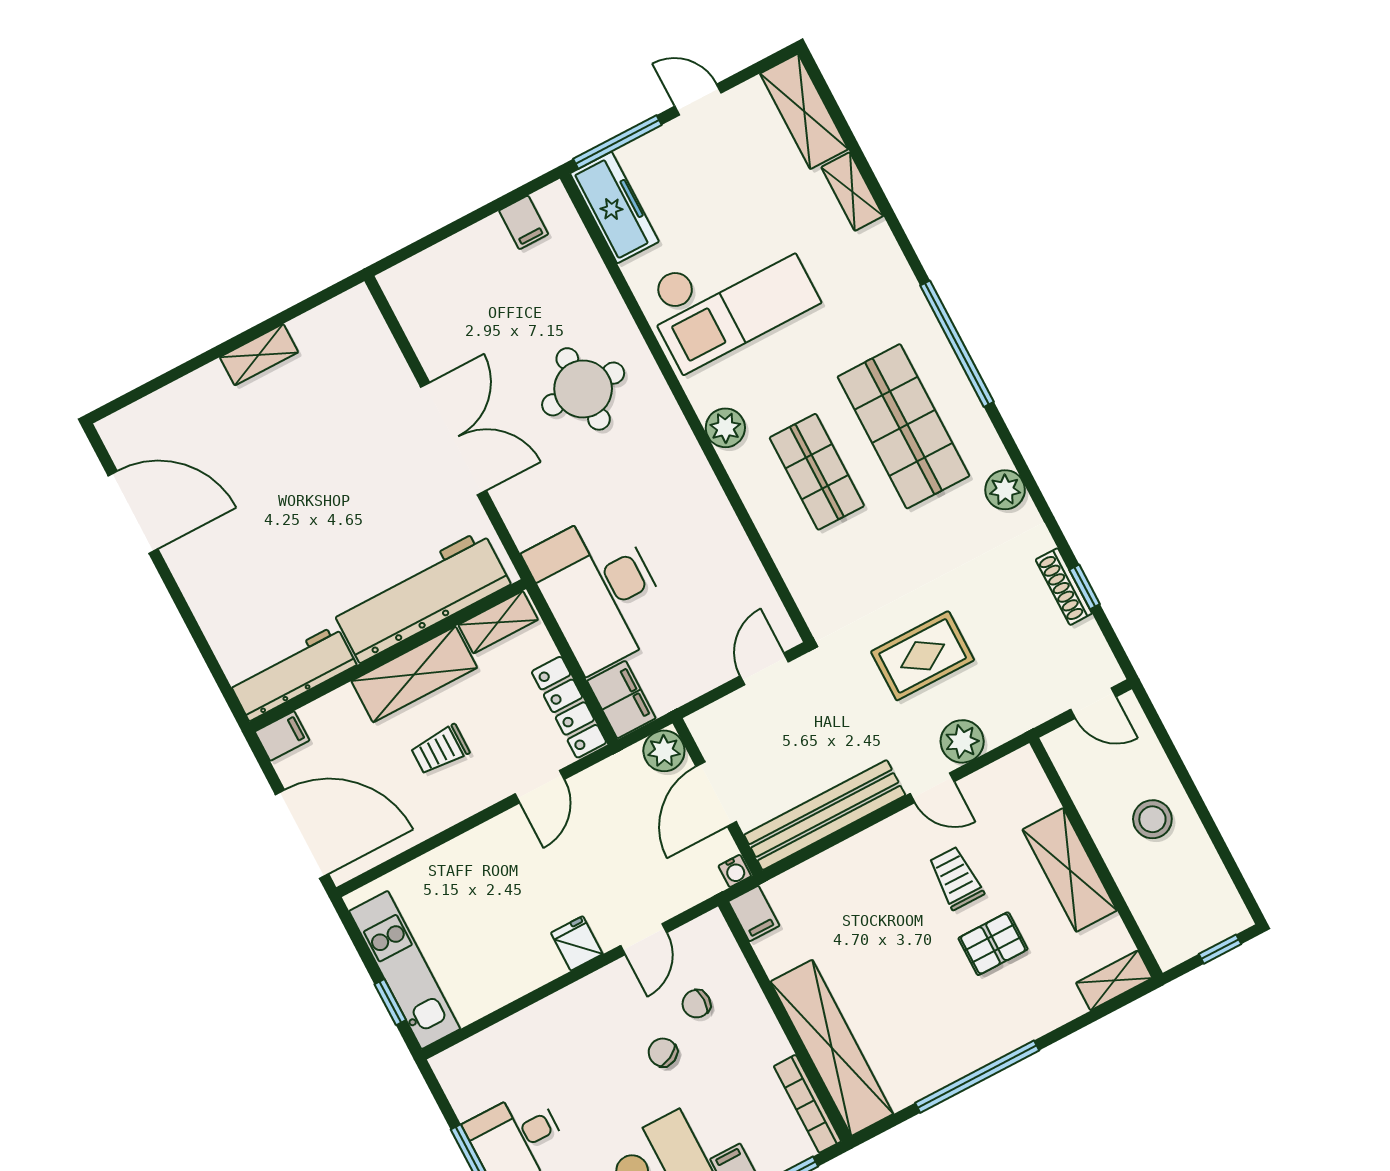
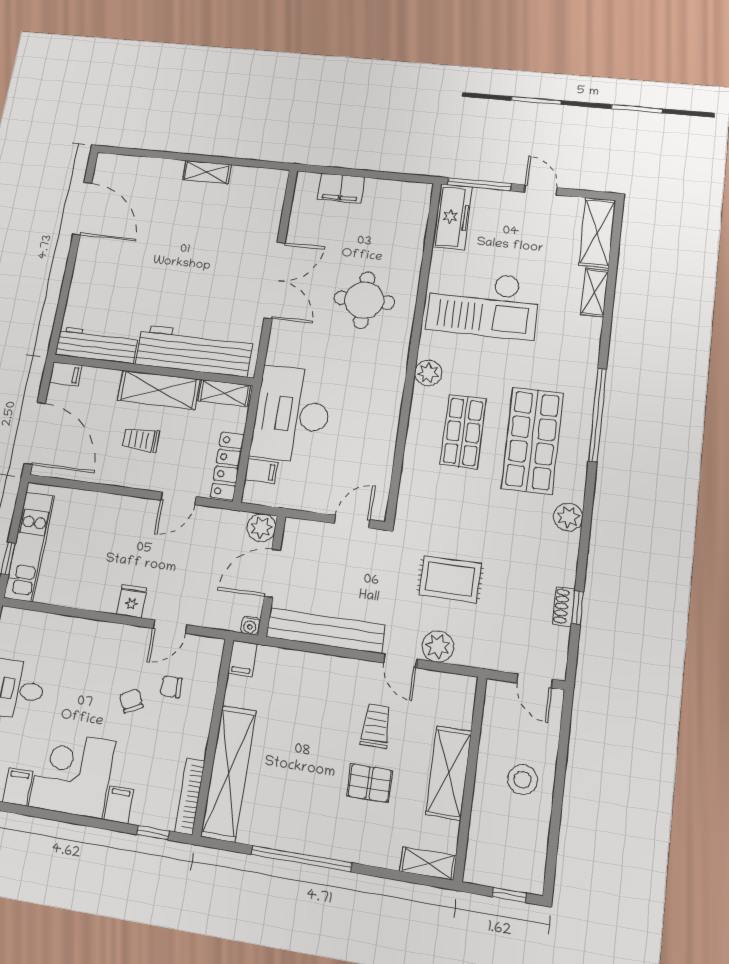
filing cabinet: (524, 222) -> (341, 188), moved, width x2.00
shoe rack: (1064, 587) -> (564, 606), width x0.70
filing cabinet: (621, 700) -> (261, 471), width x0.50

